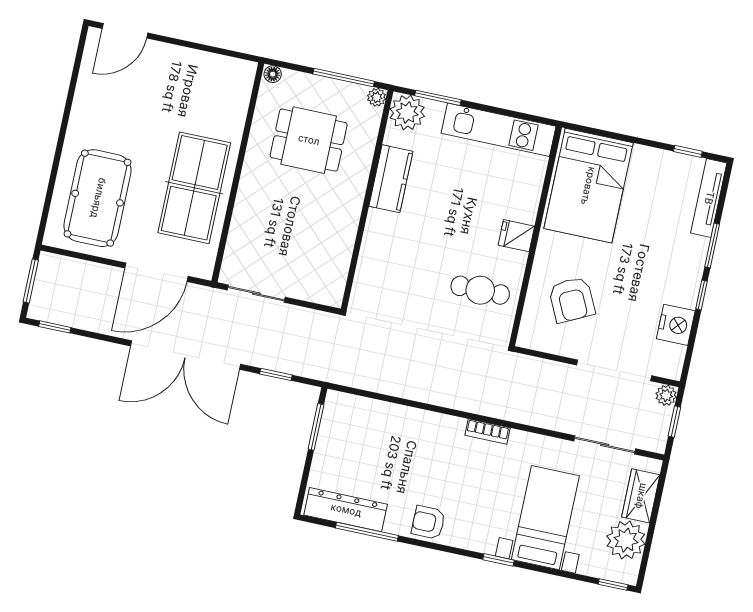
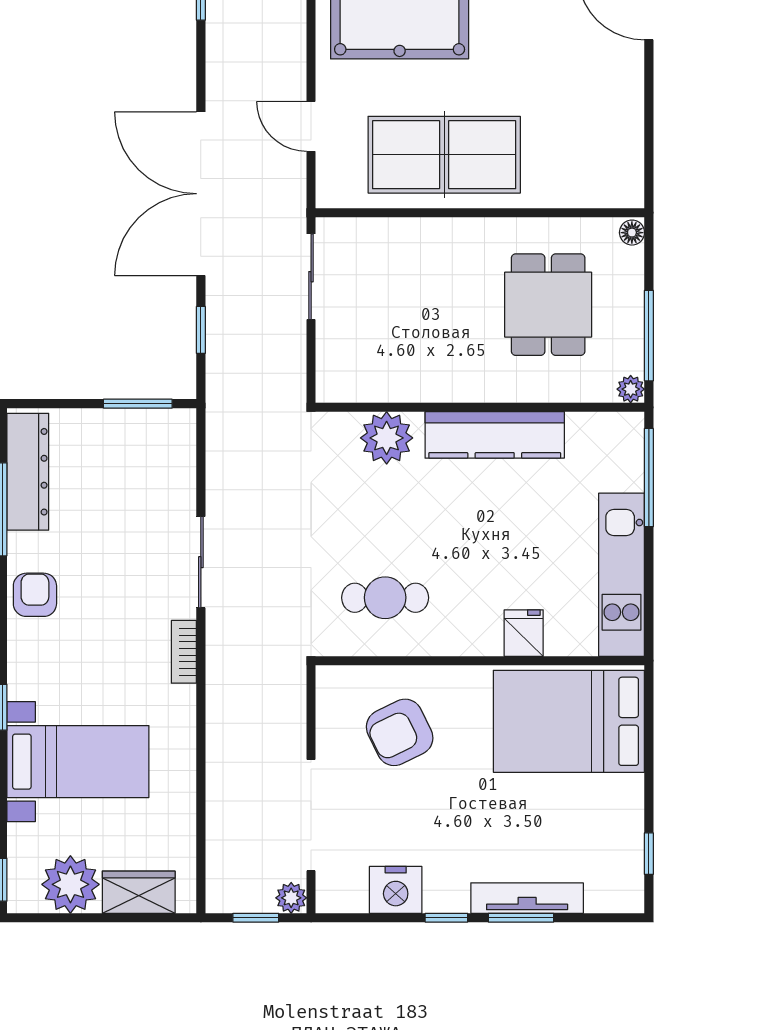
window: (438, 98) -> (649, 478), width x1.44
plant: (407, 113) -> (387, 438), moved
kitchen counter: (391, 179) -> (495, 435), width x1.50
tv unit: (709, 198) -> (527, 898), moved
fridge: (516, 236) -> (524, 633), moved
door: (156, 272) -> (311, 126), width x0.53
cafe table: (480, 290) -> (385, 598), turned 90
sliding door: (605, 445) -> (201, 562), moved

